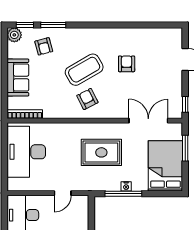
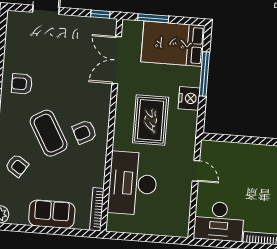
armchair: (44, 46) -> (17, 166), moved, turned 49
armchair: (127, 64) -> (22, 84), moved
desk: (26, 152) -> (133, 183), moved, turned 90
nightstand: (126, 186) -> (189, 98), width x1.89, depth x1.79
window: (123, 194) -> (204, 74), moved

